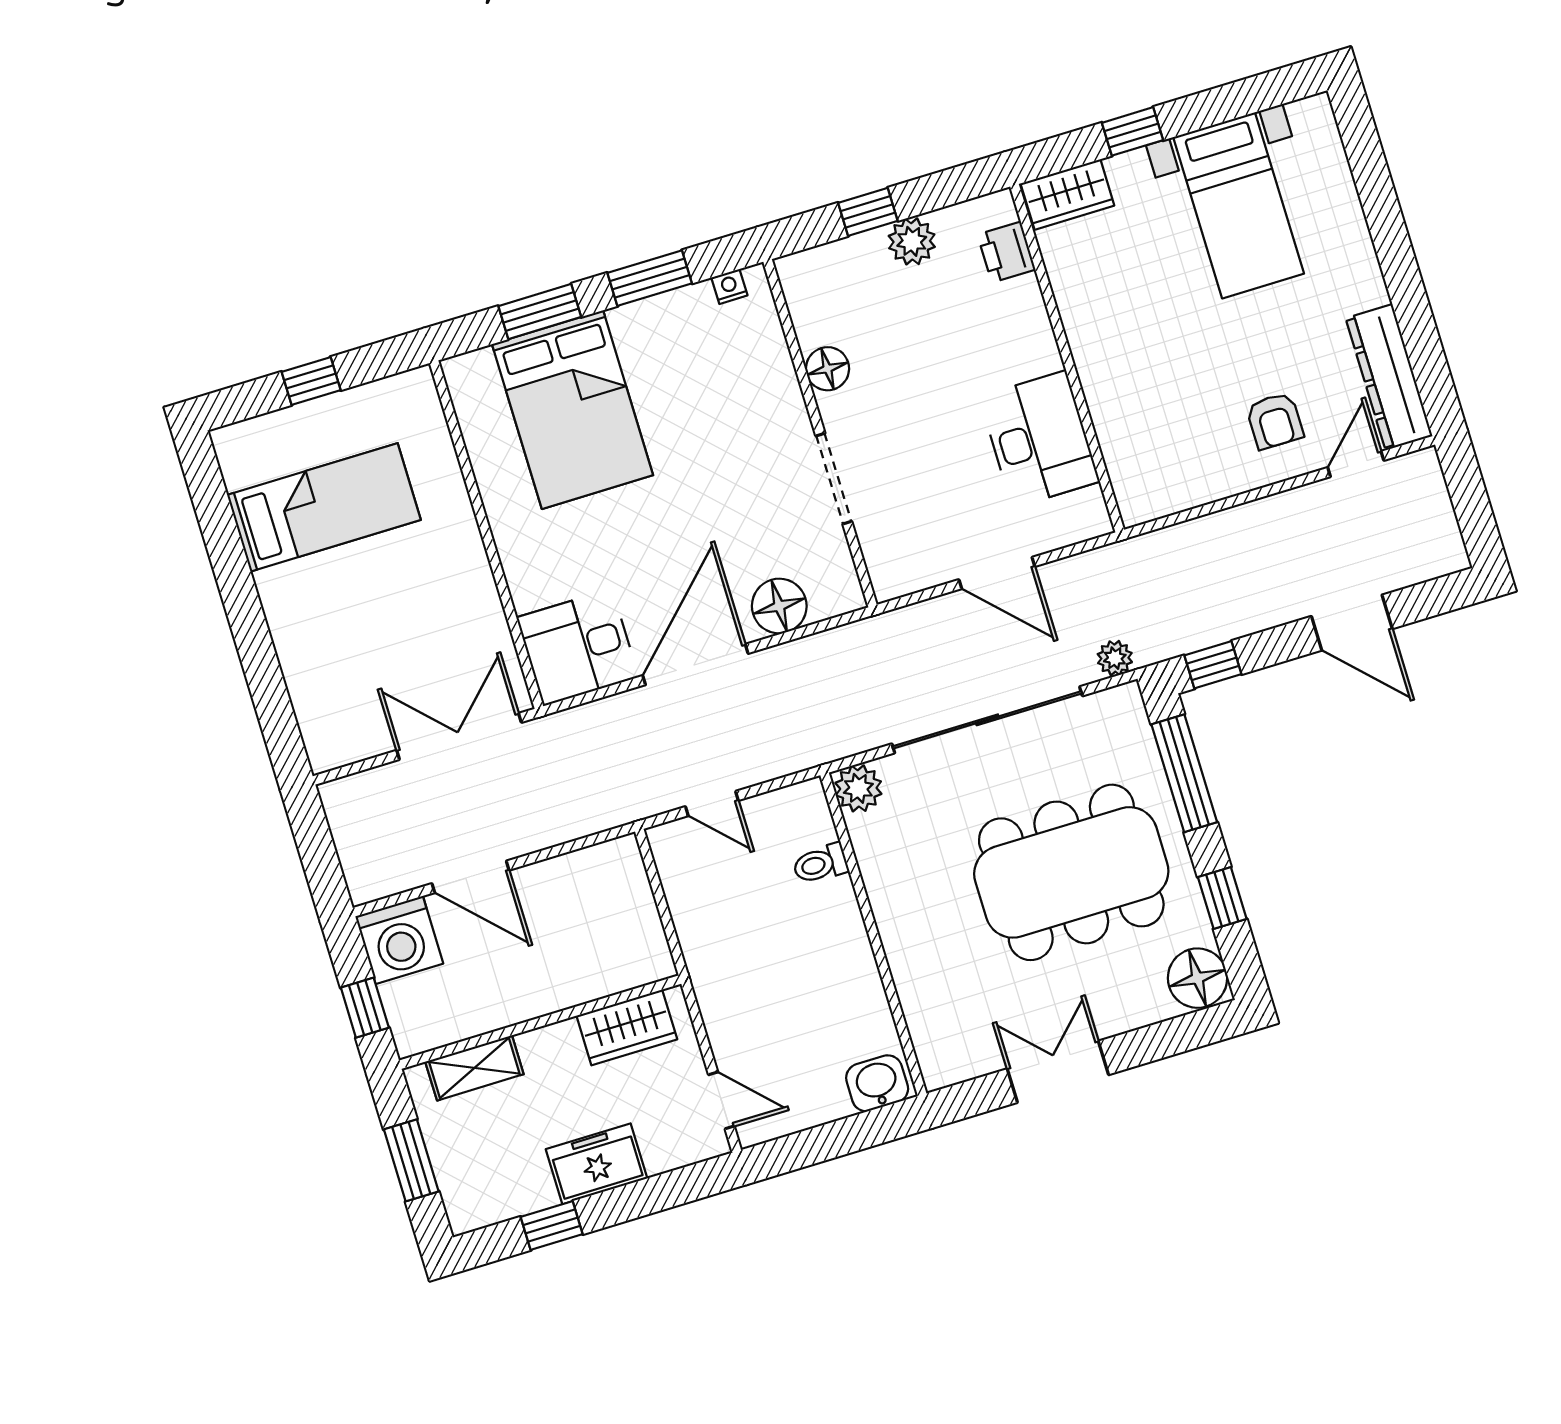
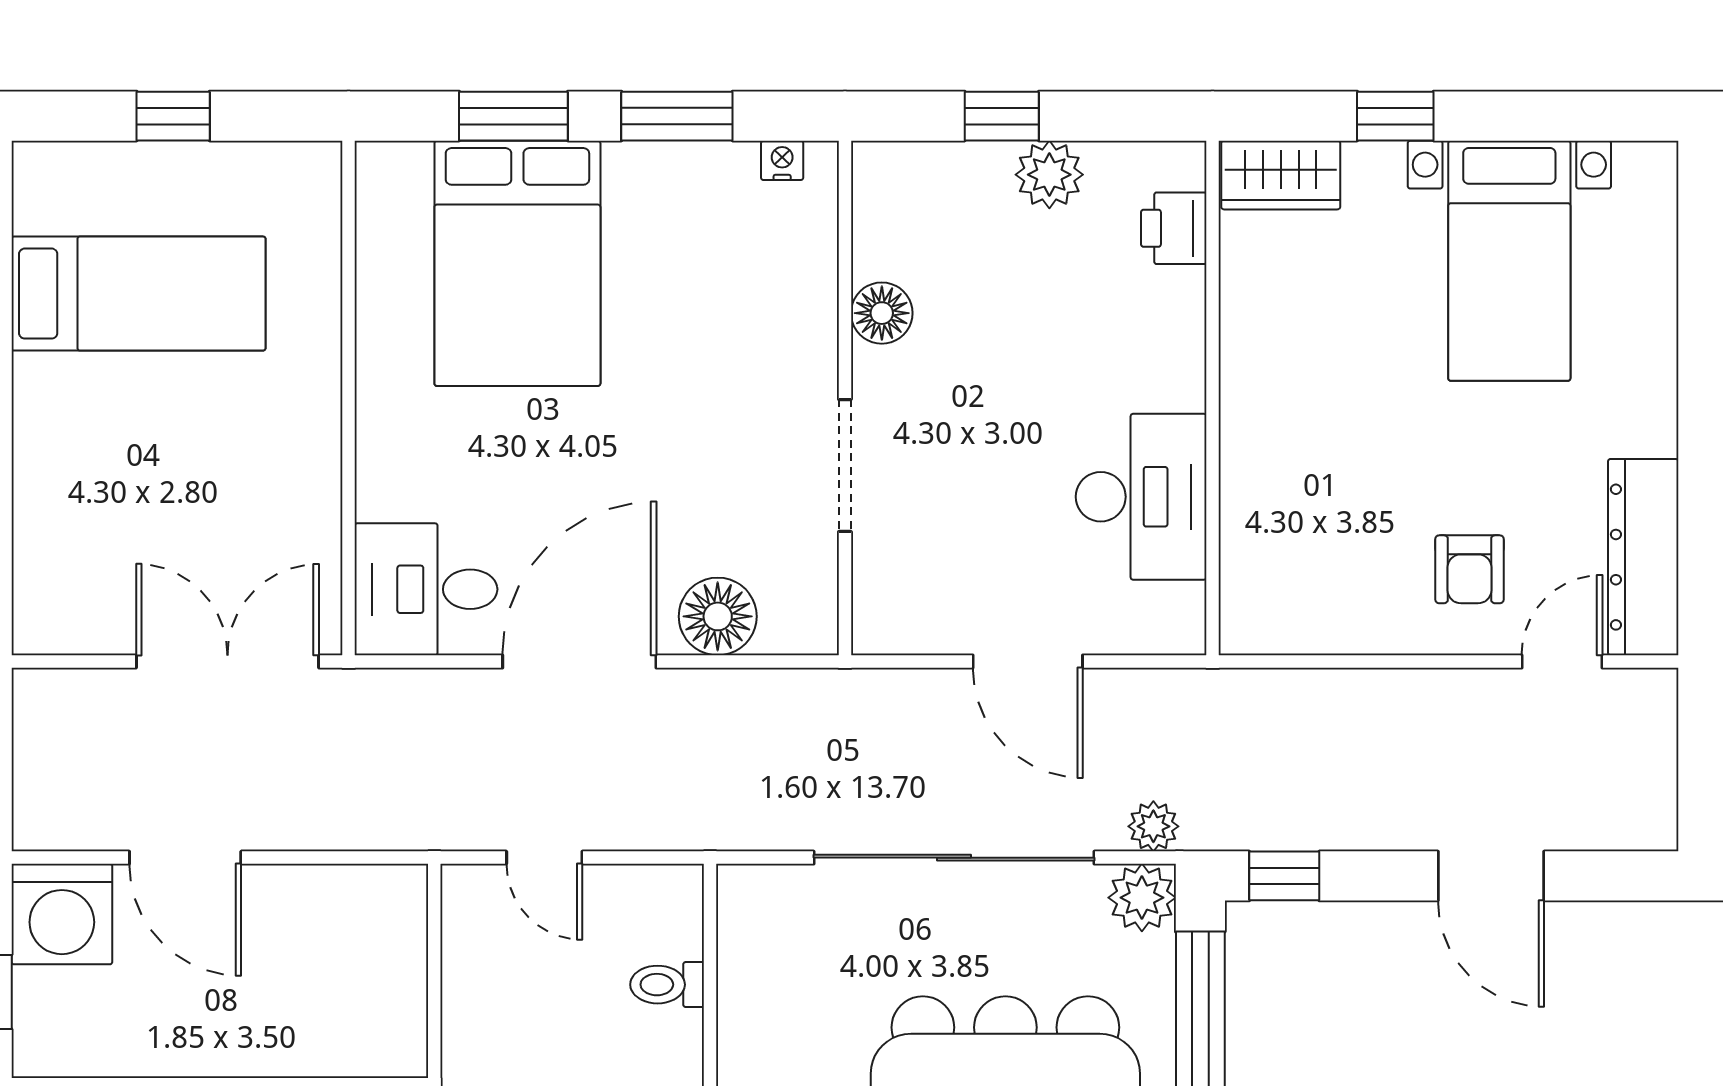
plant: (858, 788) -> (1142, 898), moved

